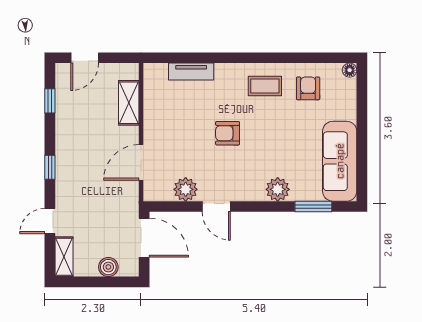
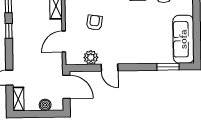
armchair: (228, 133) -> (94, 23), moved, turned 98
window: (50, 167) -> (9, 31), moved
plant: (278, 189) -> (146, 57), removed

